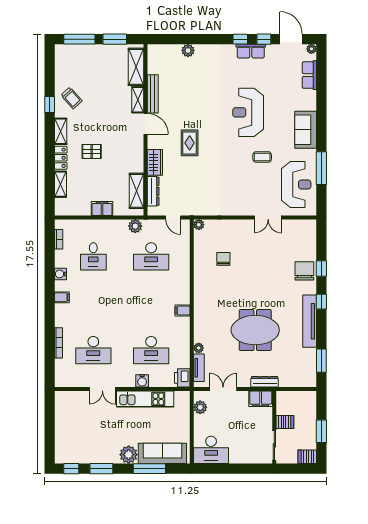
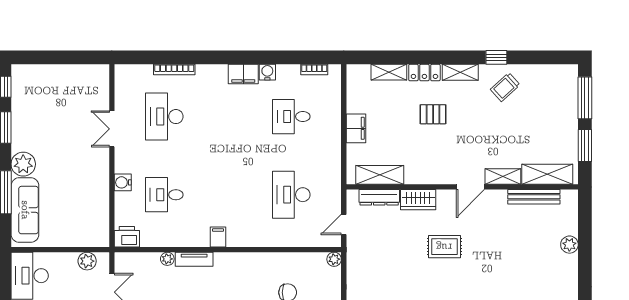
bench: (153, 94) -> (534, 197), moved
pallet: (92, 151) -> (433, 114), turned 90
plant: (135, 226) -> (332, 173), removed
filing cabinet: (62, 297) -> (243, 74), width x2.00
desk: (151, 350) -> (164, 195), width x0.73
tv unit: (199, 368) -> (194, 259), moved
kitchen unit: (145, 399) -> (98, 187), removed

